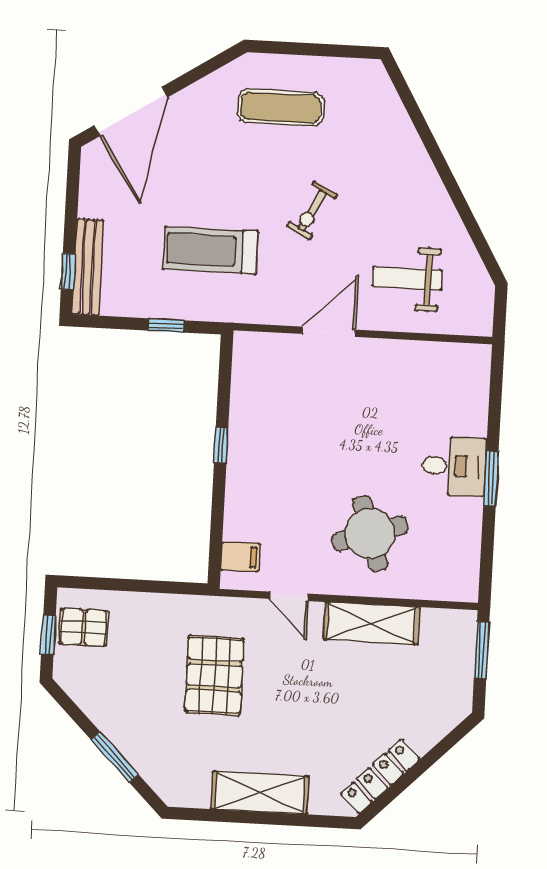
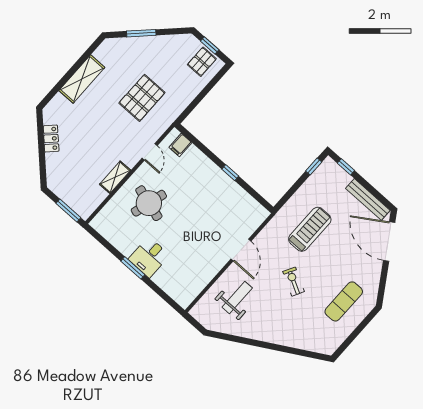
bench: (88, 267) -> (368, 199), moved
window: (166, 325) -> (314, 167), moved
round table: (370, 534) -> (149, 203), turned 34
door: (289, 596) -> (150, 152), swing flipped
shelving: (372, 623) -> (115, 177), width x0.67, depth x0.75
pallet: (214, 676) -> (142, 98), turned 90
locker: (380, 776) -> (51, 139), width x0.66

